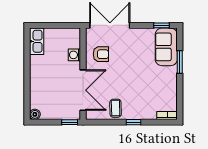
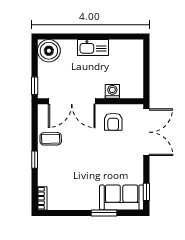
kitchen sink: (37, 41) -> (93, 48), moved
boiler: (35, 114) -> (49, 51), width x1.86, depth x1.86

